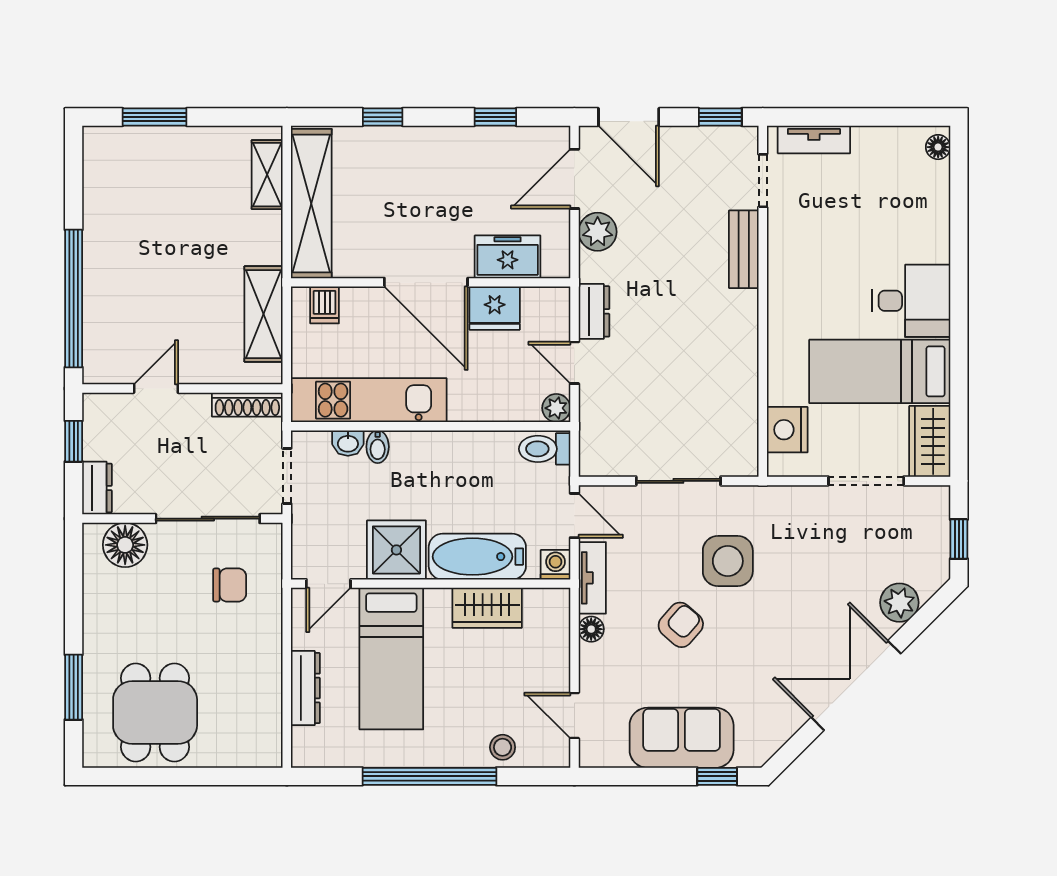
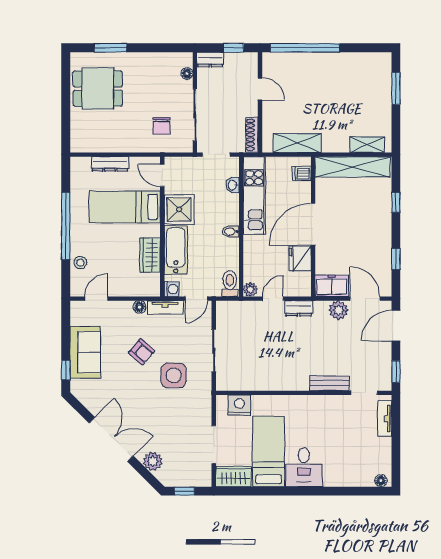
freezer: (508, 257) -> (332, 286), moved, turned -90
bidet: (378, 447) -> (231, 231), moved
floor lamp: (125, 545) -> (187, 74), width x0.53, depth x0.53

